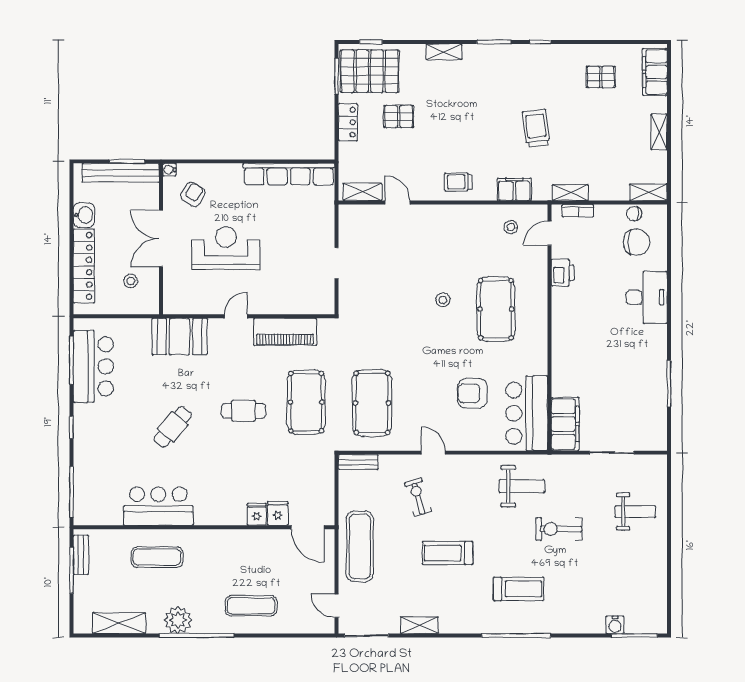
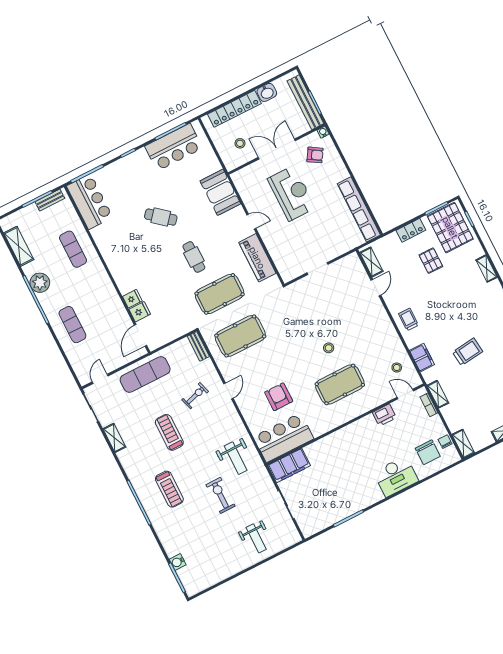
bar counter: (158, 506) -> (90, 202), moved

